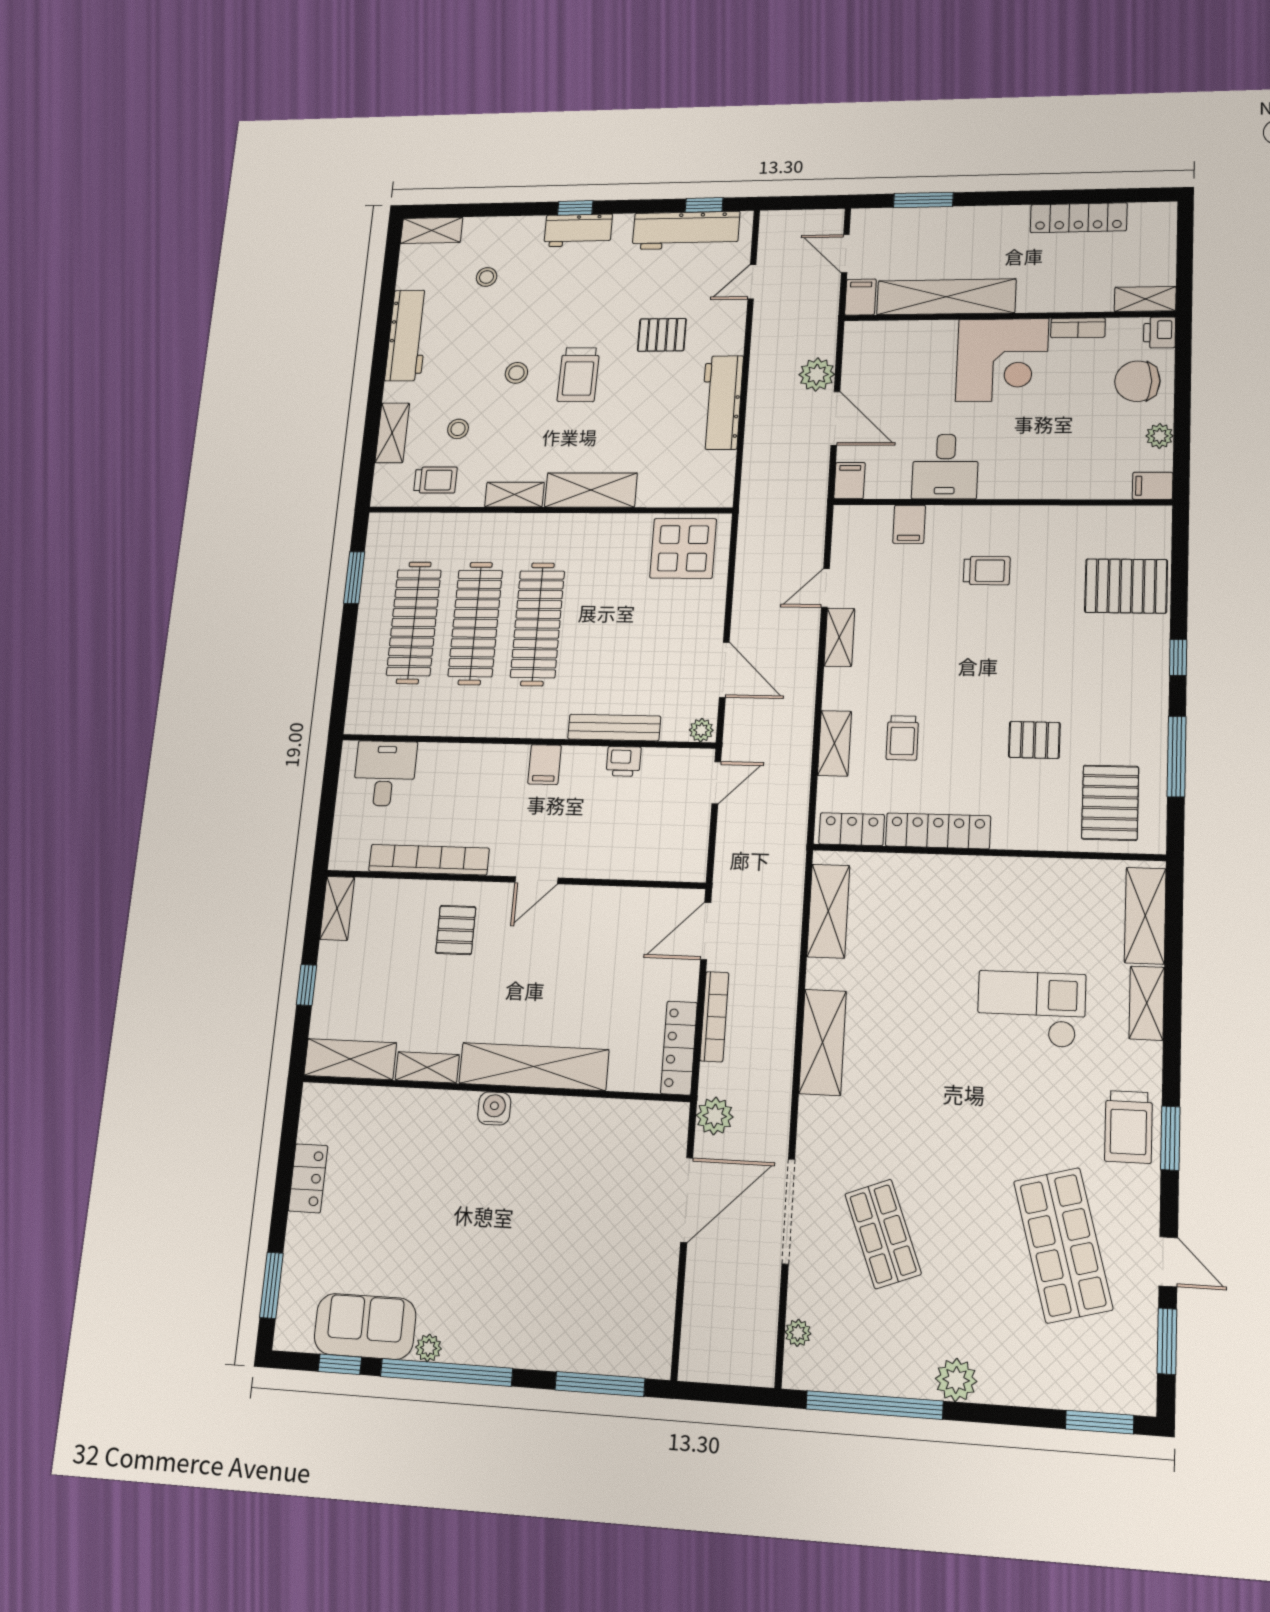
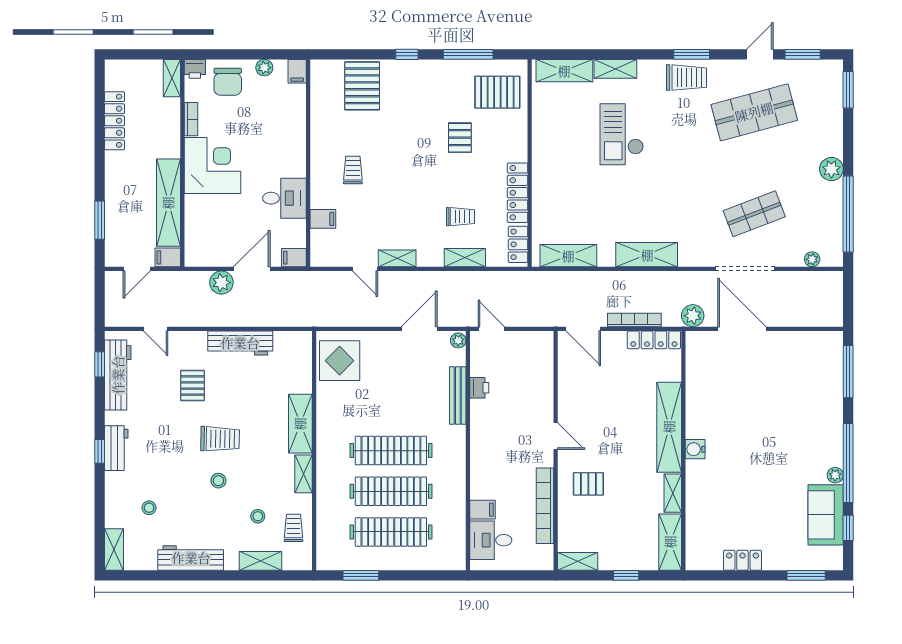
filing cabinet: (544, 765) -> (483, 510), moved

